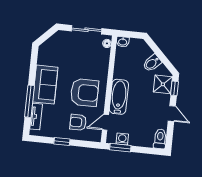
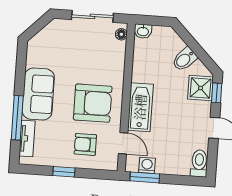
door: (105, 122) -> (123, 143), swing flipped

